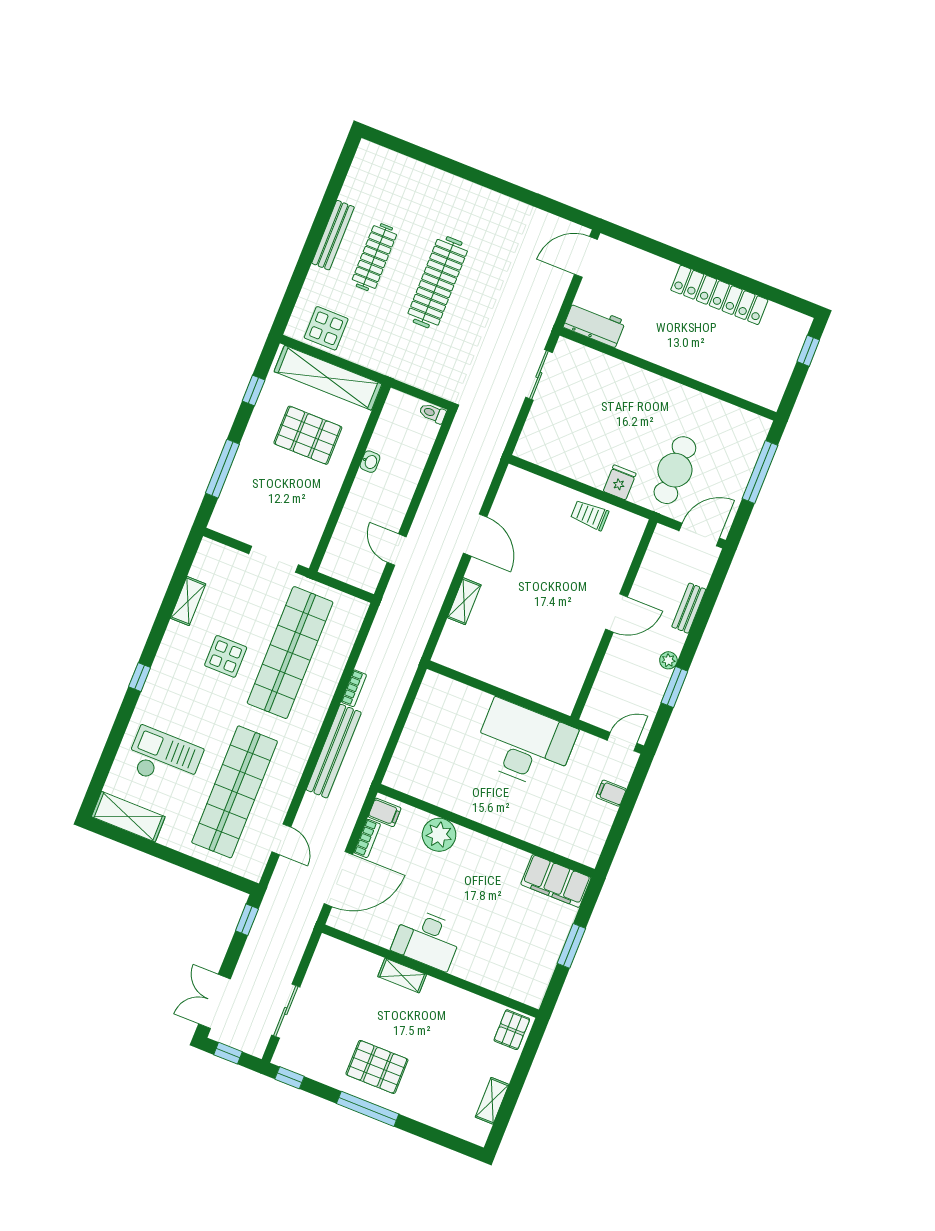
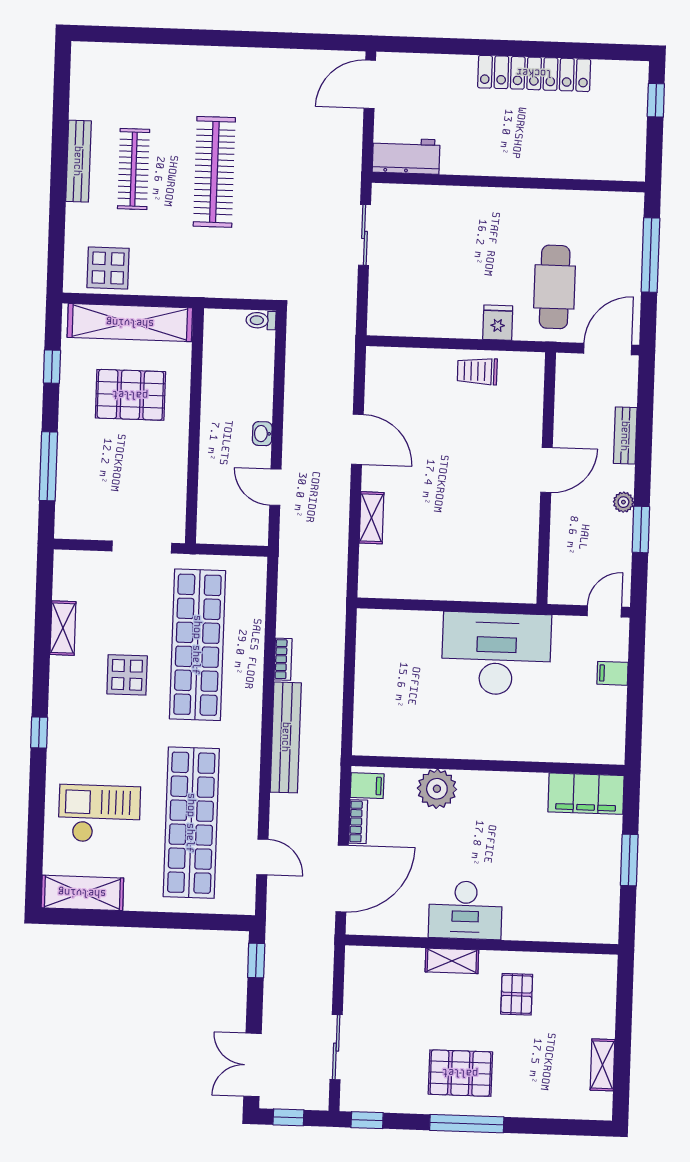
washbasin: (370, 462) -> (262, 434), moved, turned 180
pallet: (512, 1030) -> (517, 994), moved

